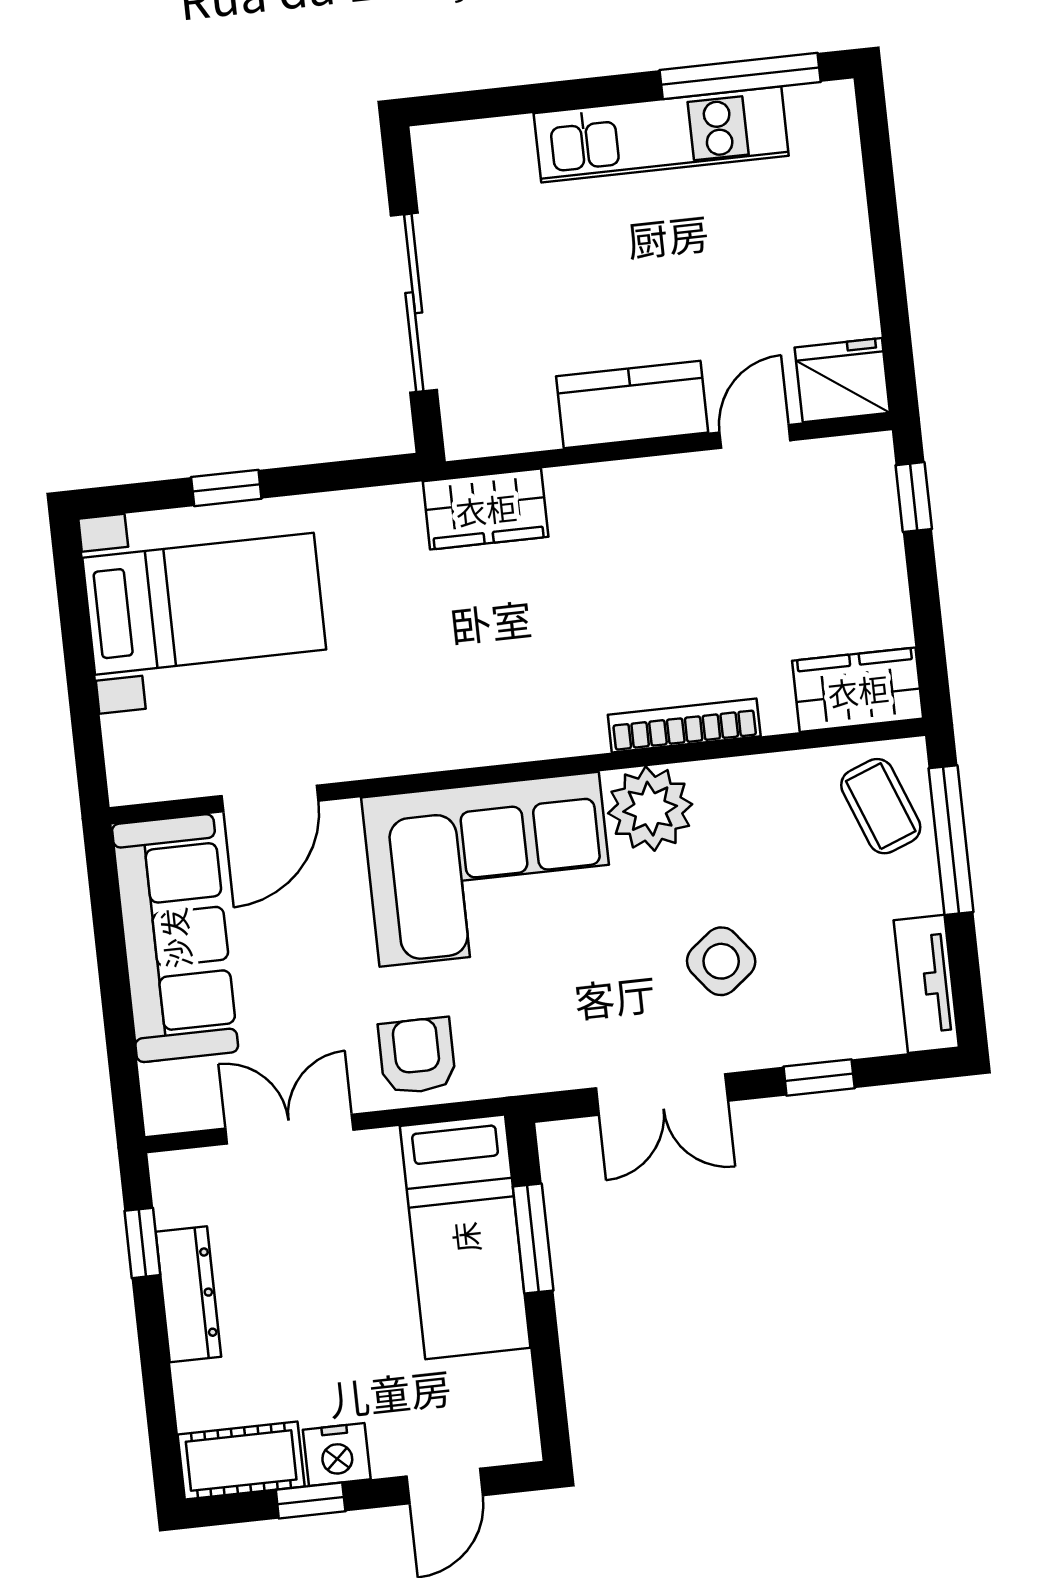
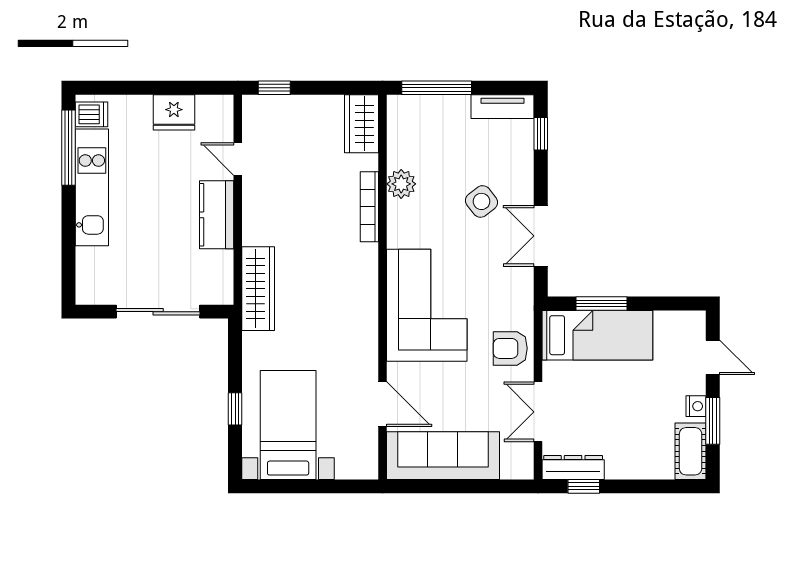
dishwasher: (816, 117) -> (91, 114), added
fridge: (842, 380) -> (174, 112), moved, turned -90
wardrobe: (486, 509) -> (258, 289), width x1.50
coffee table: (881, 806) -> (417, 119), removed
plant: (650, 809) -> (401, 184), moved, width x0.73, depth x0.73
window: (819, 1077) -> (541, 134), moved
double door: (662, 1095) -> (541, 236), swing flipped
dresser: (188, 1294) -> (573, 467), moved
nightstand: (337, 1454) -> (696, 406), width x0.72, depth x0.74
window: (311, 1501) -> (713, 421), width x1.50

